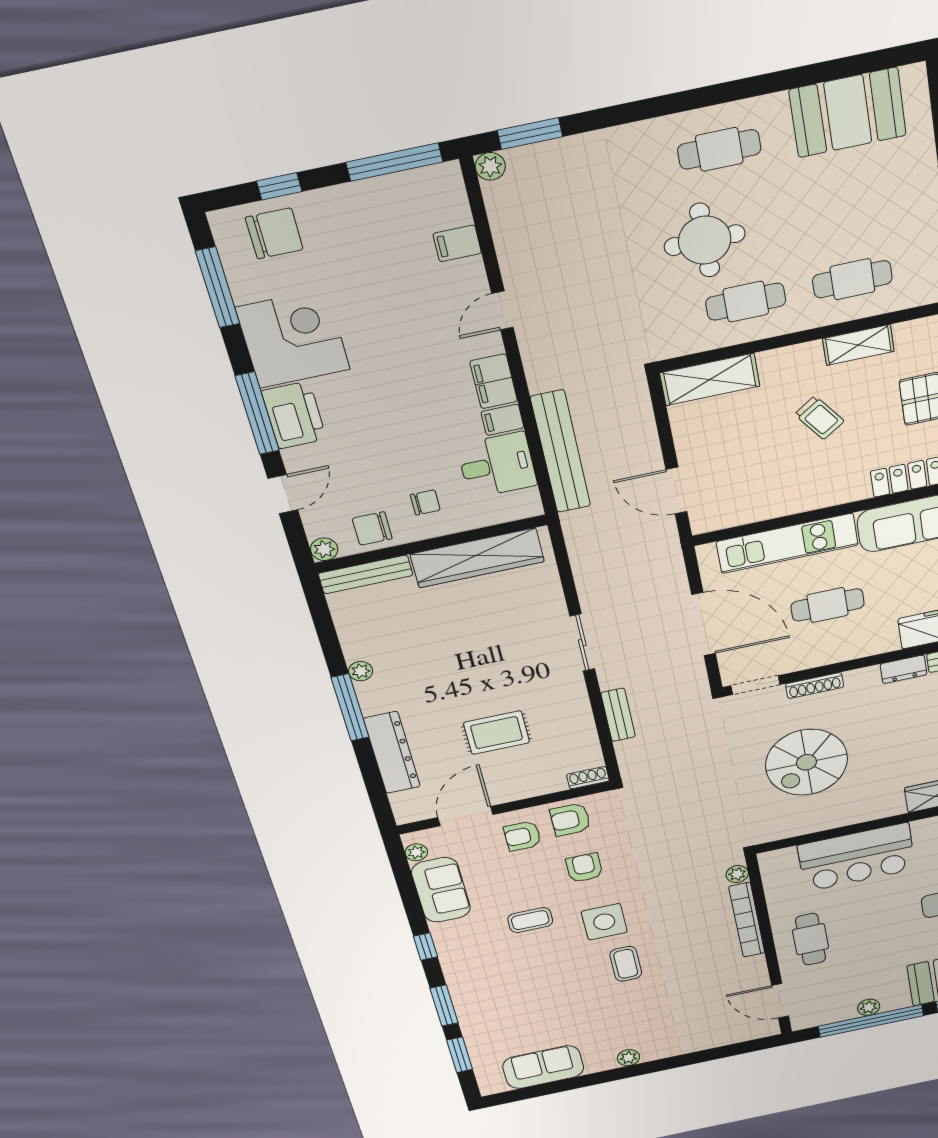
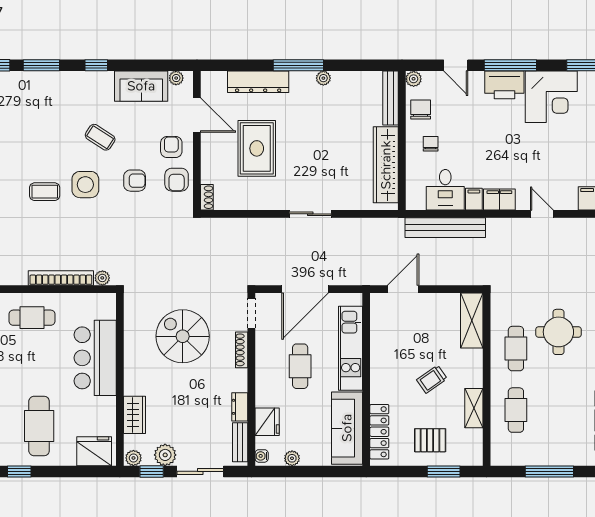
chair: (425, 502) -> (431, 144), turned 180
bench: (618, 715) -> (251, 225), removed
rug: (497, 733) -> (257, 148), width x1.36, depth x1.43
armchair: (570, 819) -> (177, 180), turned 180
coffee table: (530, 920) -> (100, 137), turned -57

